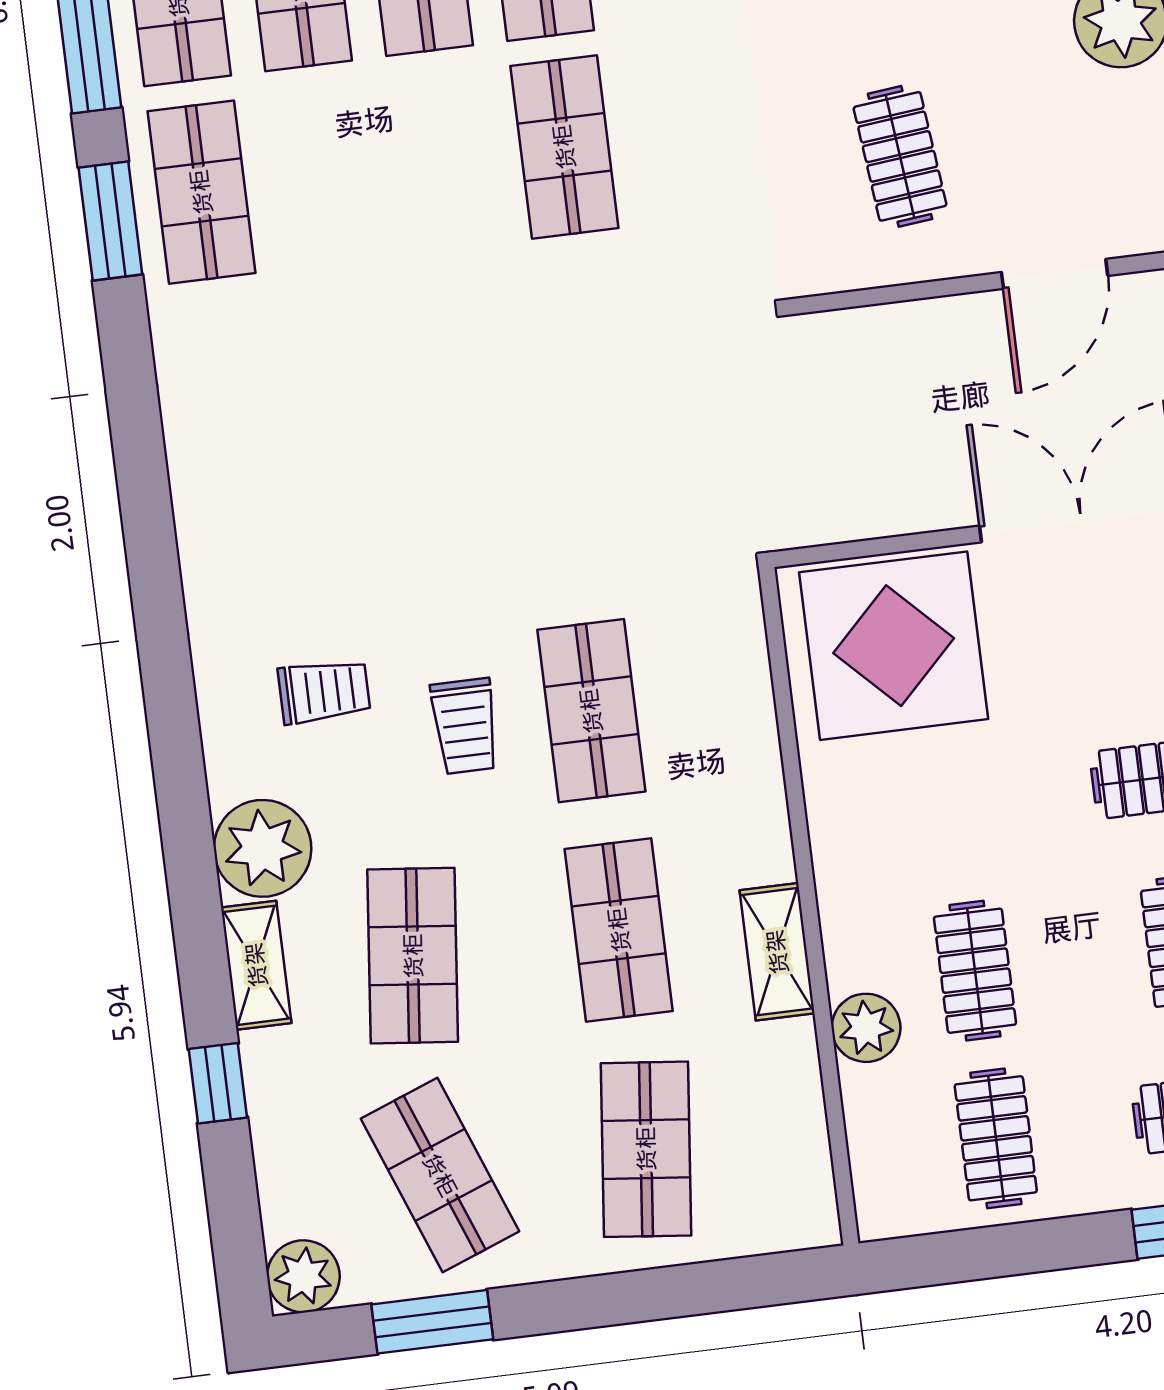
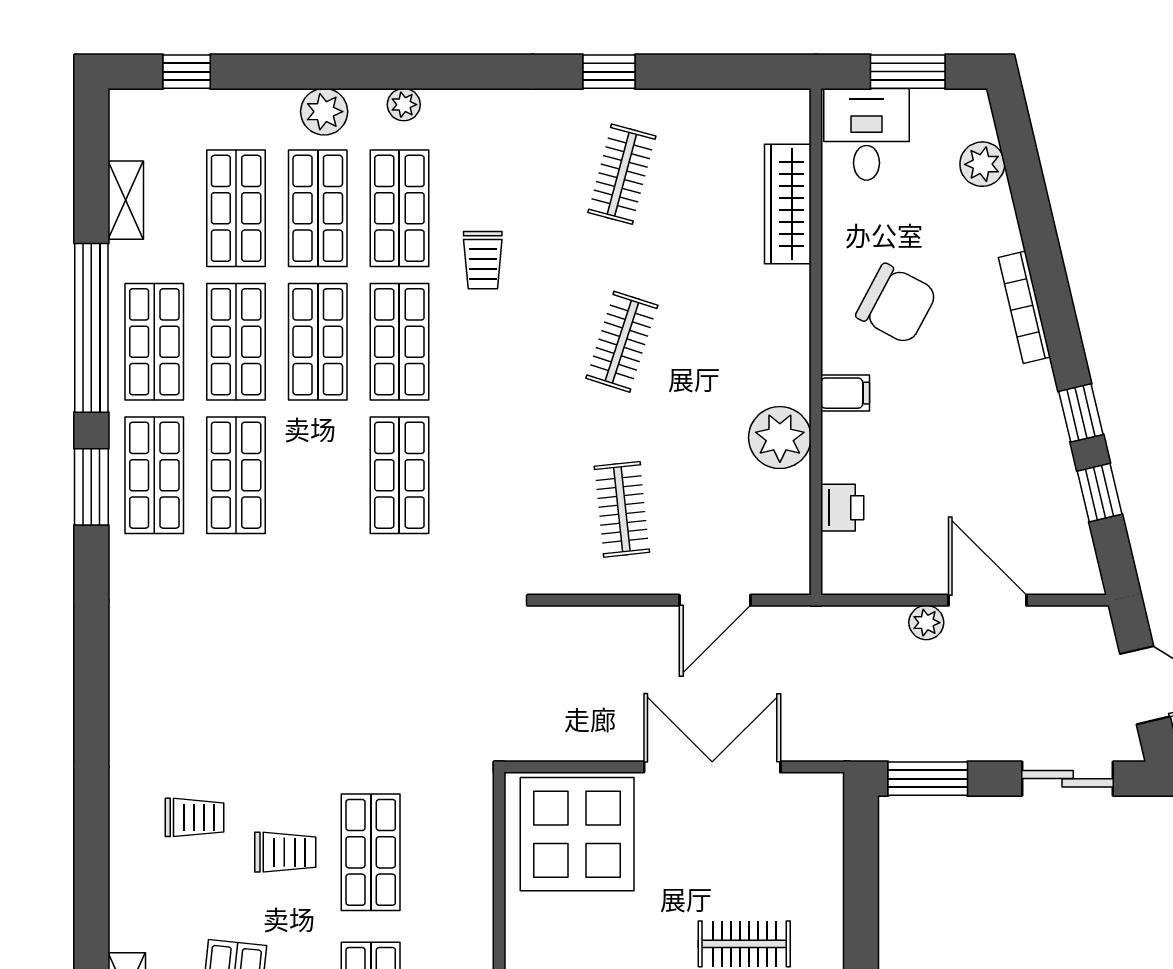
shop shelf: (322, 177) -> (236, 475), added
trolley: (465, 726) -> (285, 852), turned -90
plant: (263, 848) -> (141, 917), removed

